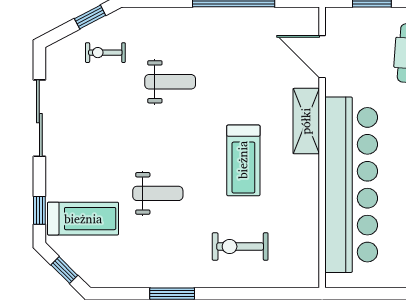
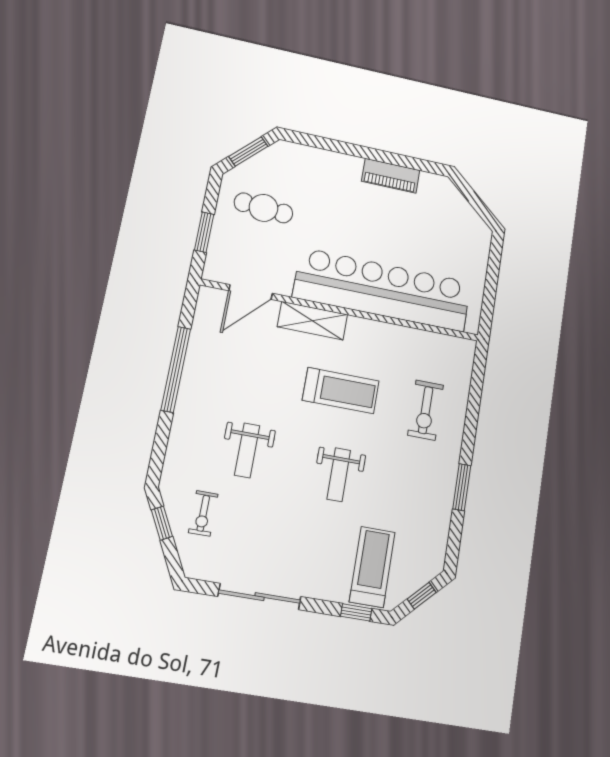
weight bench: (170, 82) -> (247, 450), turned 180
weight bench: (158, 193) -> (339, 475), moved, turned 180

